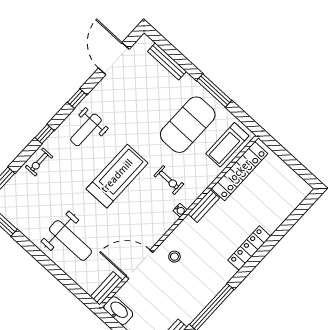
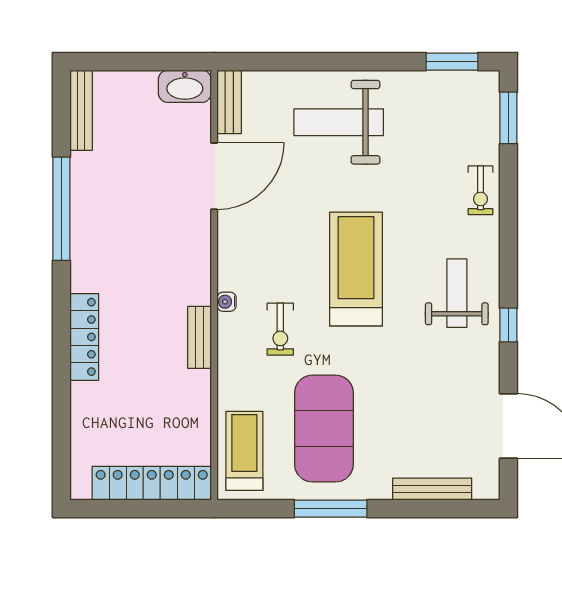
window: (44, 134) -> (508, 235), removed
exercise bike: (39, 162) -> (480, 190), turned 180
locker: (240, 171) -> (152, 483), moved, turned 90
treadmill: (117, 176) -> (356, 269), turned 180
exercise bike: (169, 180) -> (280, 329), turned -90
stool: (174, 257) -> (176, 231), removed

